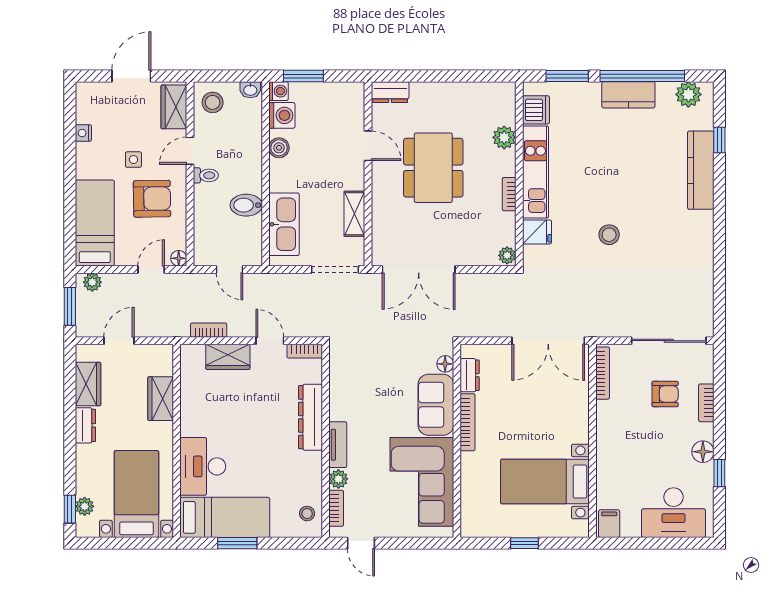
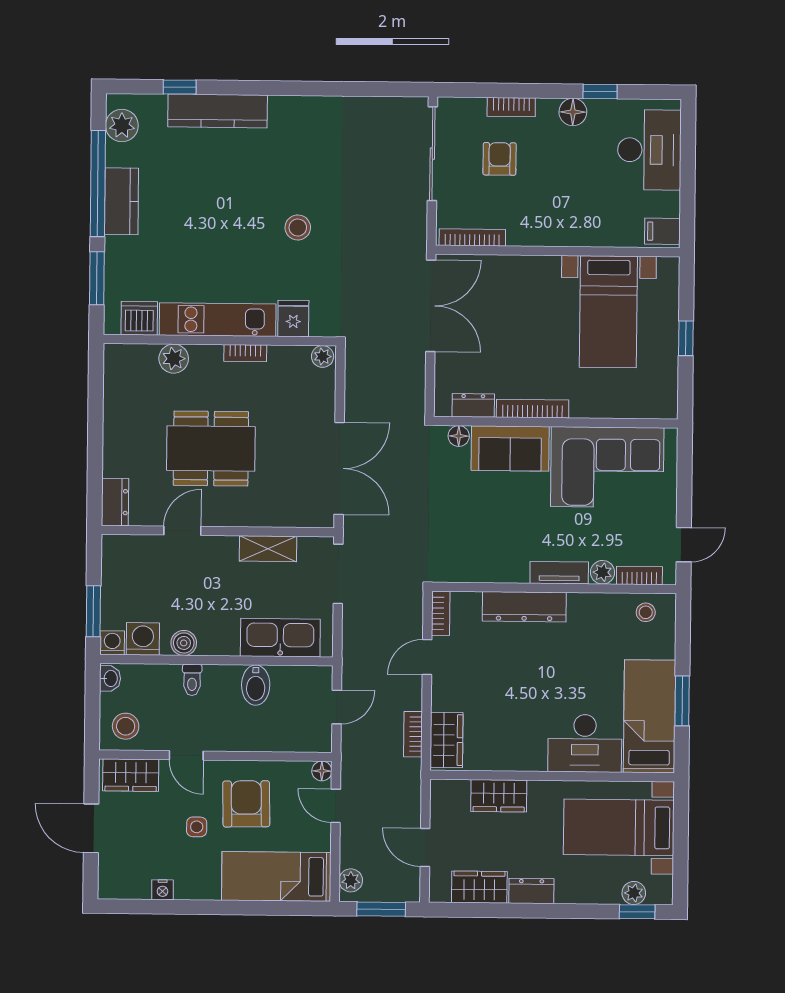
toilet: (206, 175) -> (192, 680), moved, turned 180
wardrobe: (228, 357) -> (446, 740), moved

